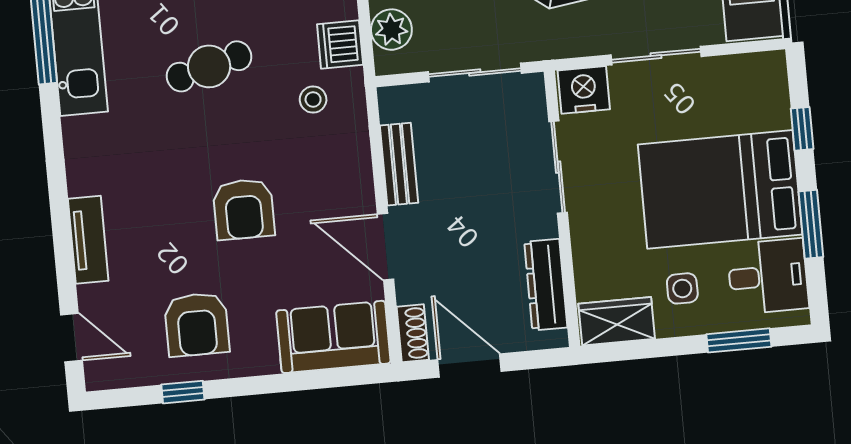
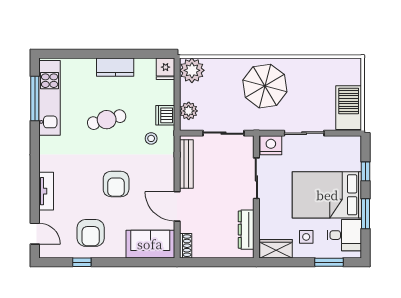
bench: (399, 164) -> (186, 164), width x1.36
door: (469, 365) -> (209, 262), removed

